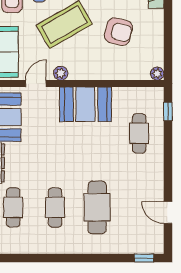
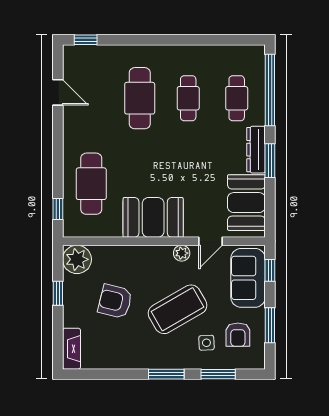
window: (168, 39) -> (58, 293), added
plant: (157, 74) -> (77, 259), width x1.88, depth x1.88
cafe table: (139, 133) -> (91, 184), width x1.37, depth x1.35

